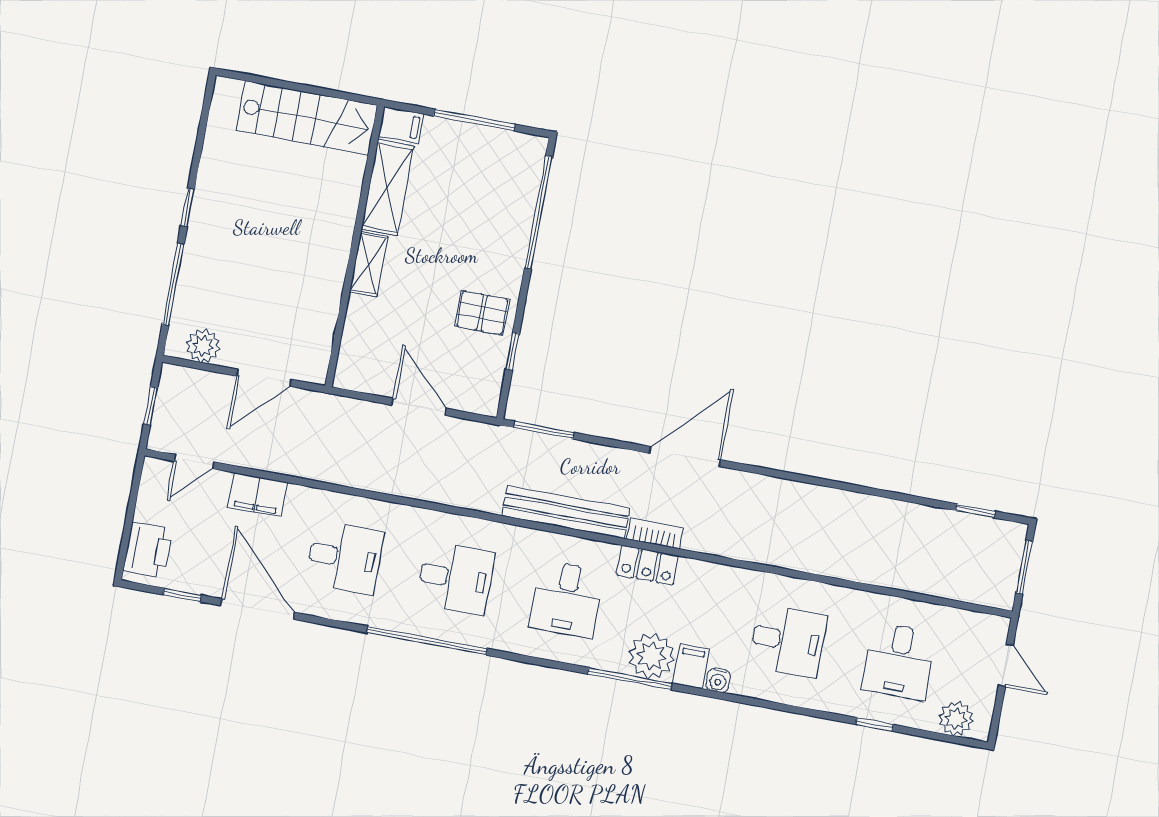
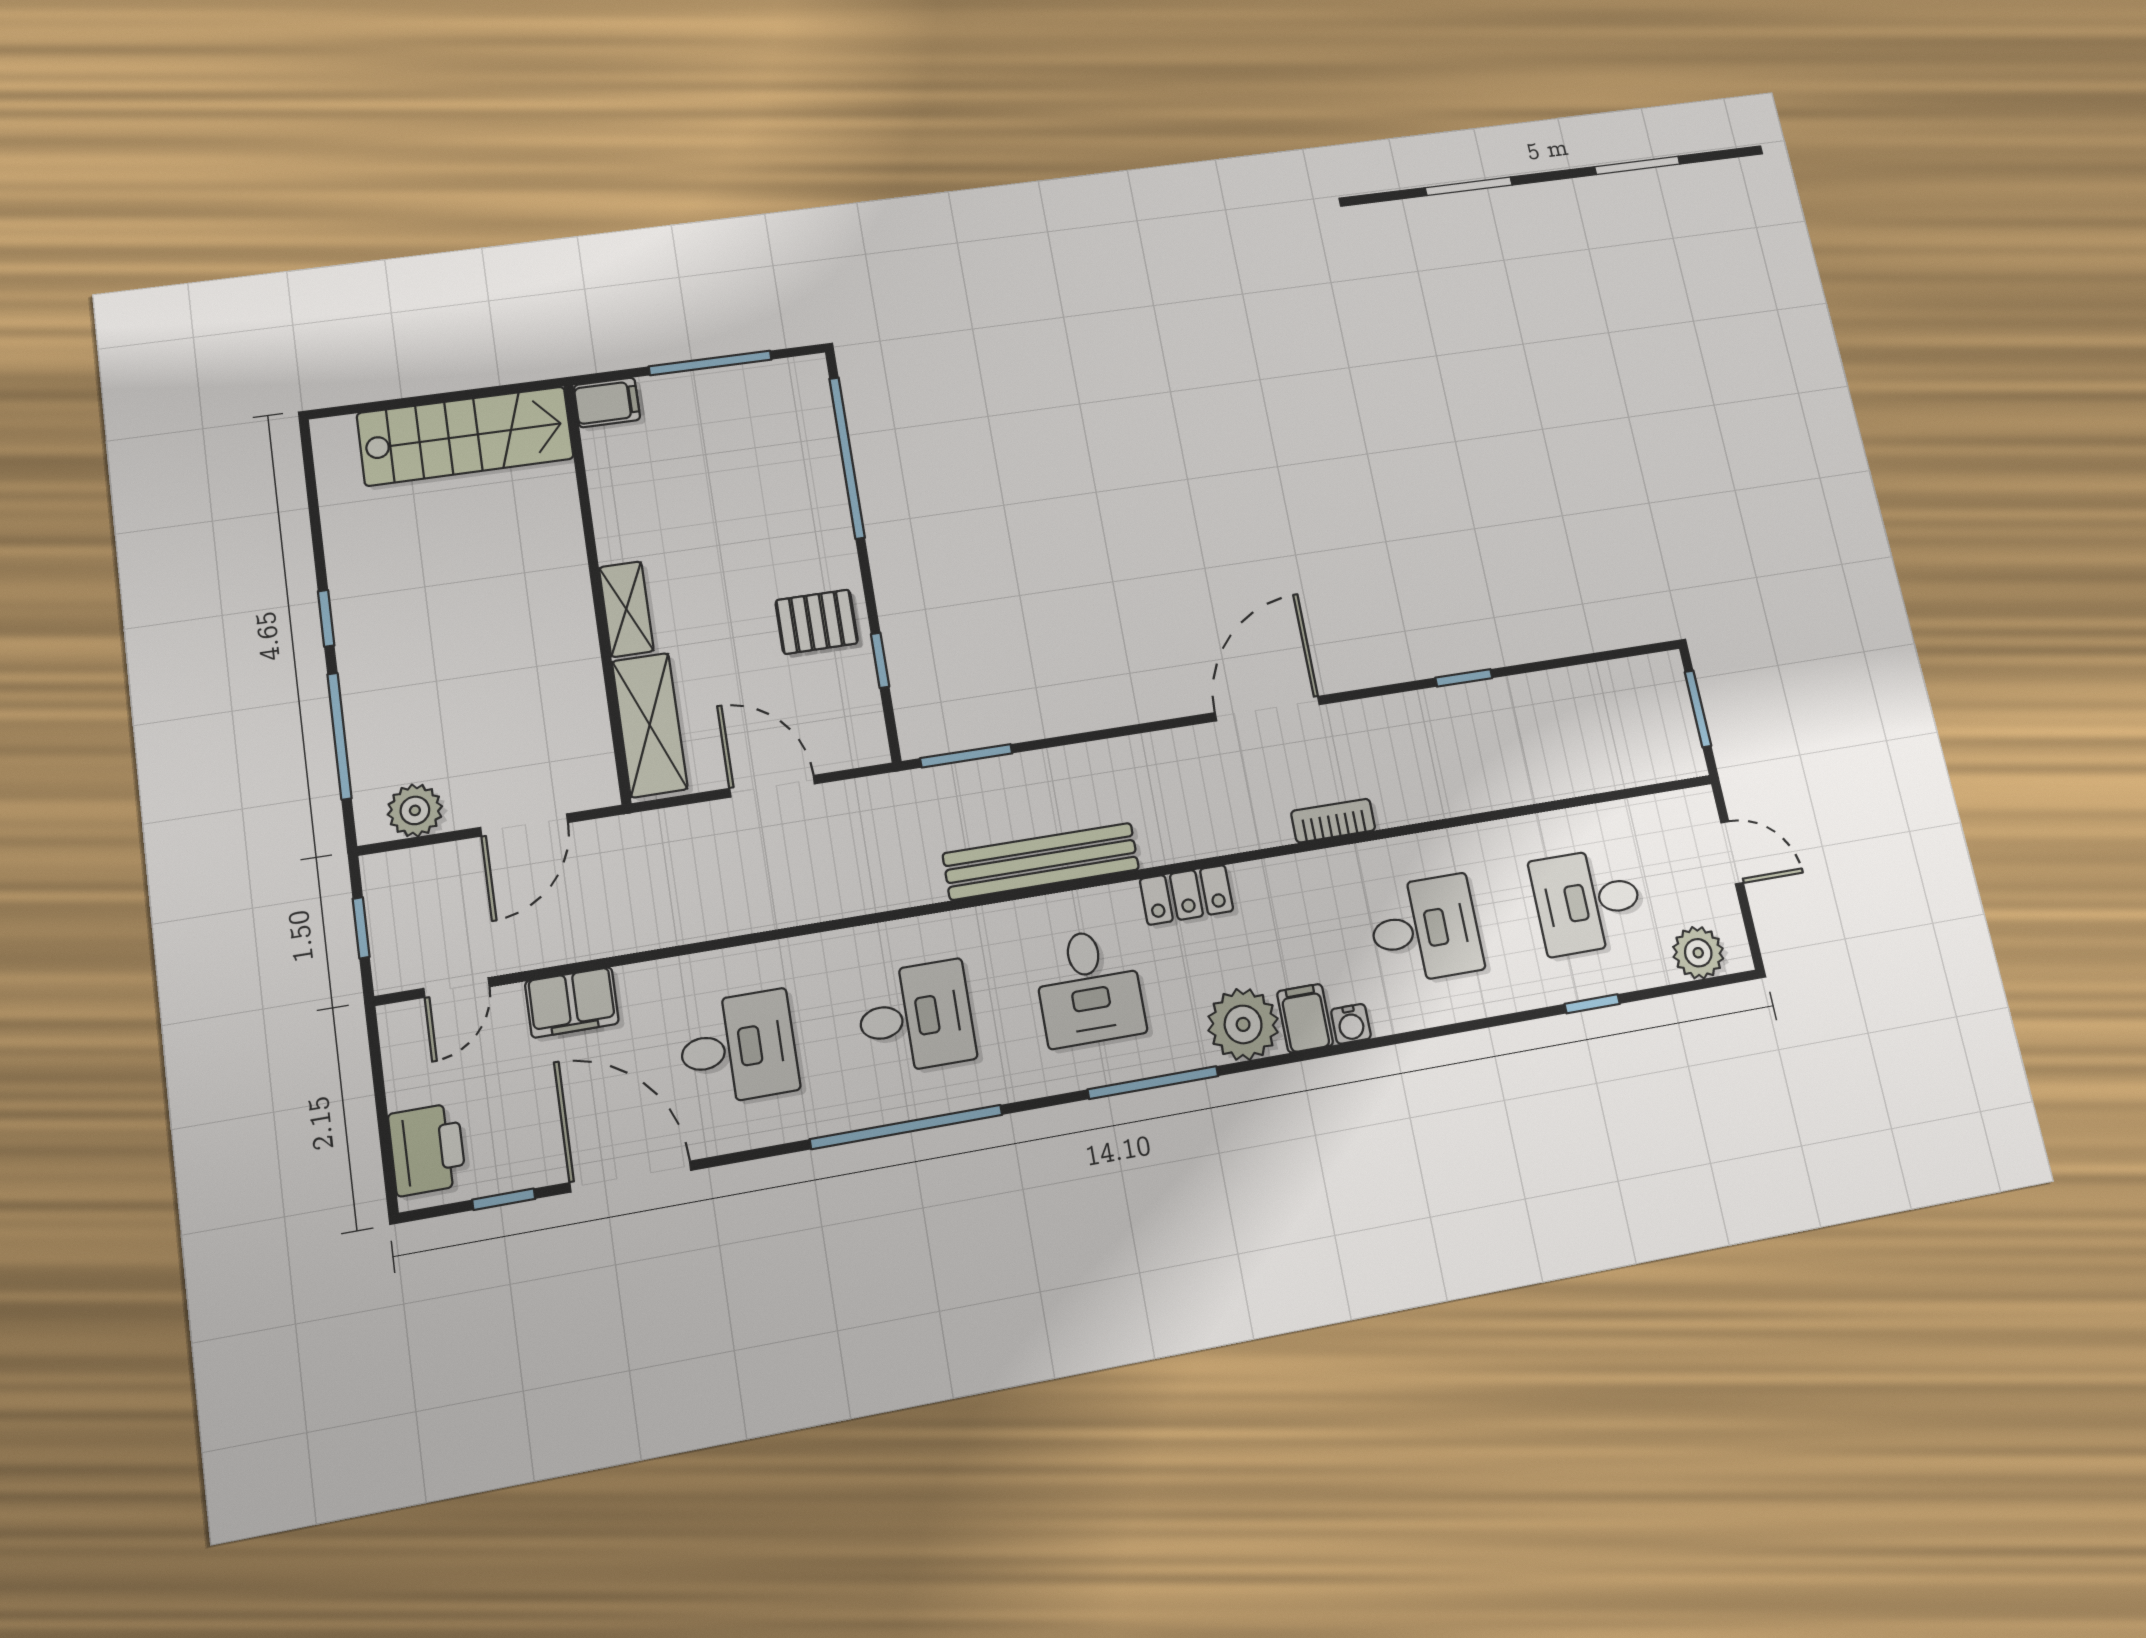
shelving: (387, 187) -> (650, 725), moved
door: (685, 456) -> (1267, 709), moved
window: (975, 511) -> (1464, 678), moved
bookcase: (655, 534) -> (1333, 821), moved
desk: (899, 661) -> (1587, 901), turned 90
window: (630, 679) -> (1153, 1083), moved

